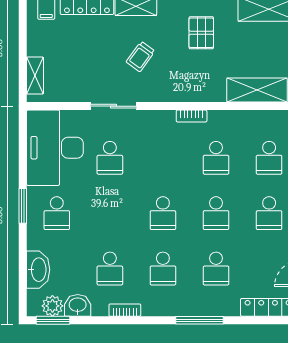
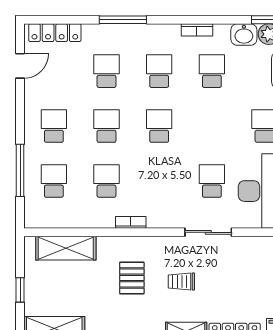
pallet: (201, 33) -> (132, 278), moved
trolley: (141, 57) -> (181, 281), turned -126

